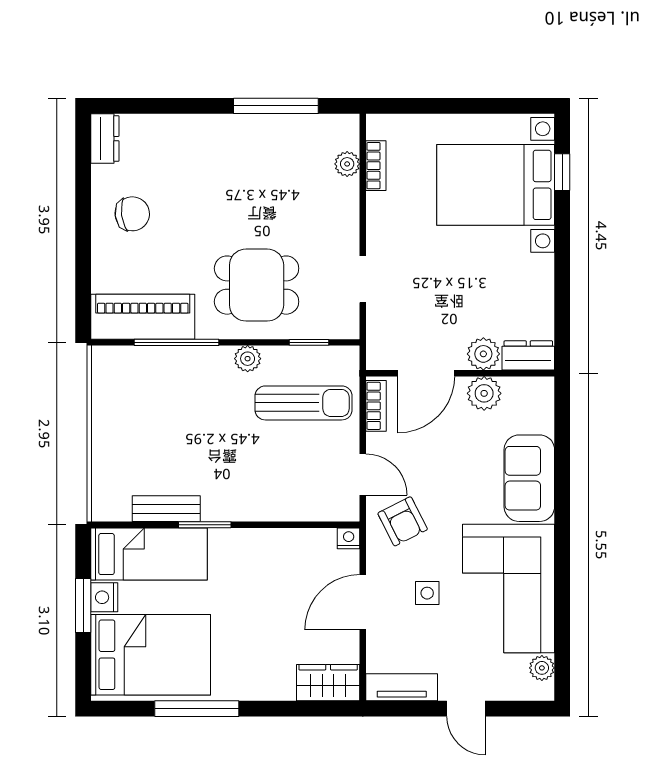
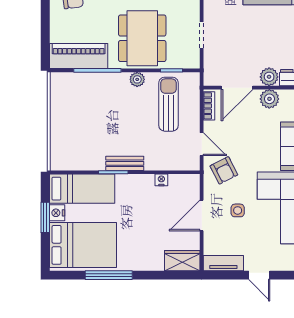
dining table: (257, 285) -> (142, 38), width x1.38
sun lounger: (304, 403) -> (168, 104), turned -90
bench: (166, 509) -> (125, 163), moved
nightstand: (349, 538) -> (161, 180), moved

